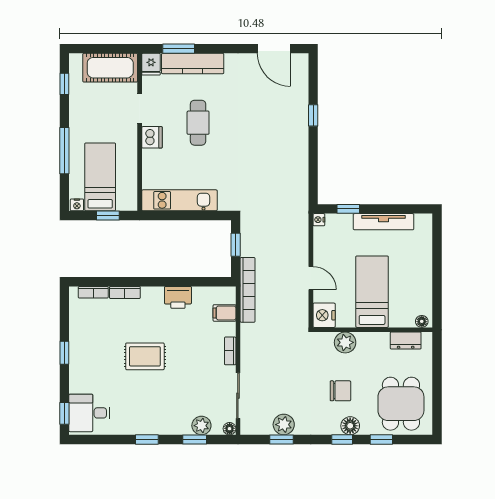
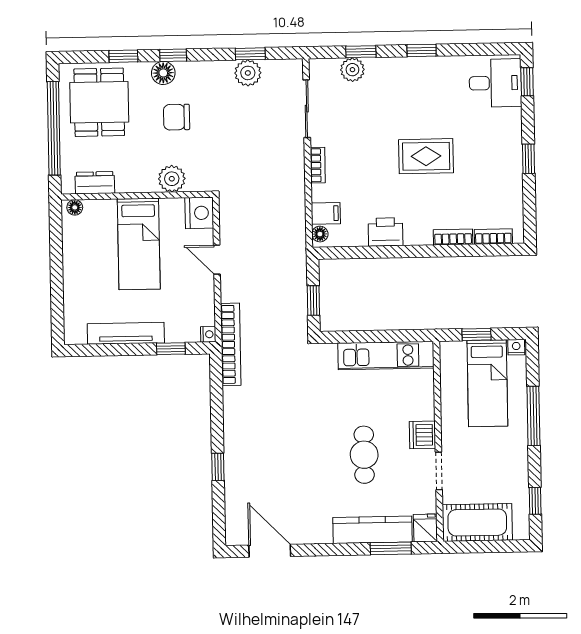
bookcase: (248, 290) -> (231, 344), moved, turned 180
window: (437, 384) -> (54, 128), added
floor lamp: (230, 429) -> (320, 234), moved

